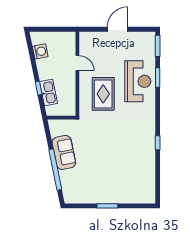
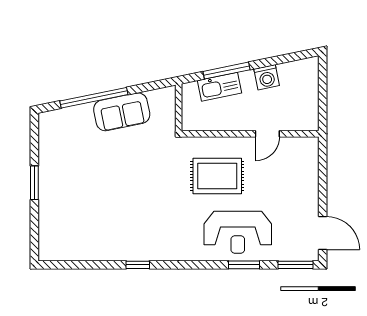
door: (118, 29) -> (323, 233), moved
washing machine: (40, 51) -> (267, 77), moved
window: (39, 88) -> (227, 71), width x2.17

